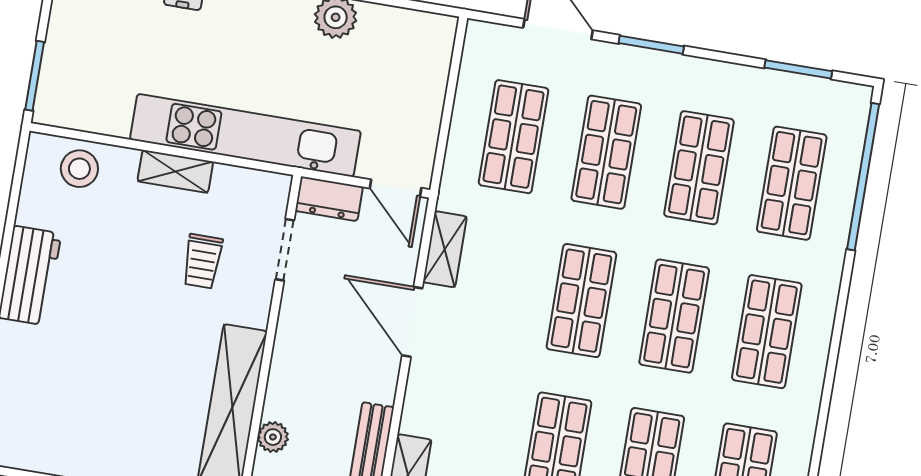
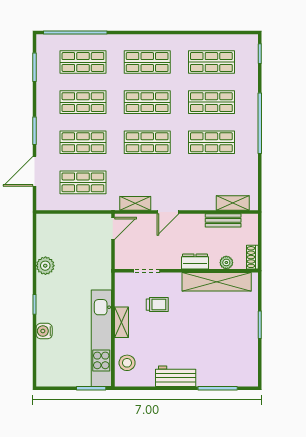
kitchen unit: (245, 135) -> (101, 338), moved
dresser: (329, 199) -> (195, 262), moved, turned -90
door: (412, 322) -> (168, 212), width x0.73

